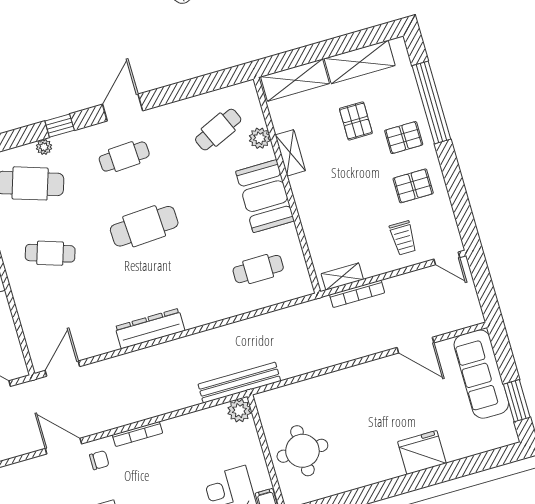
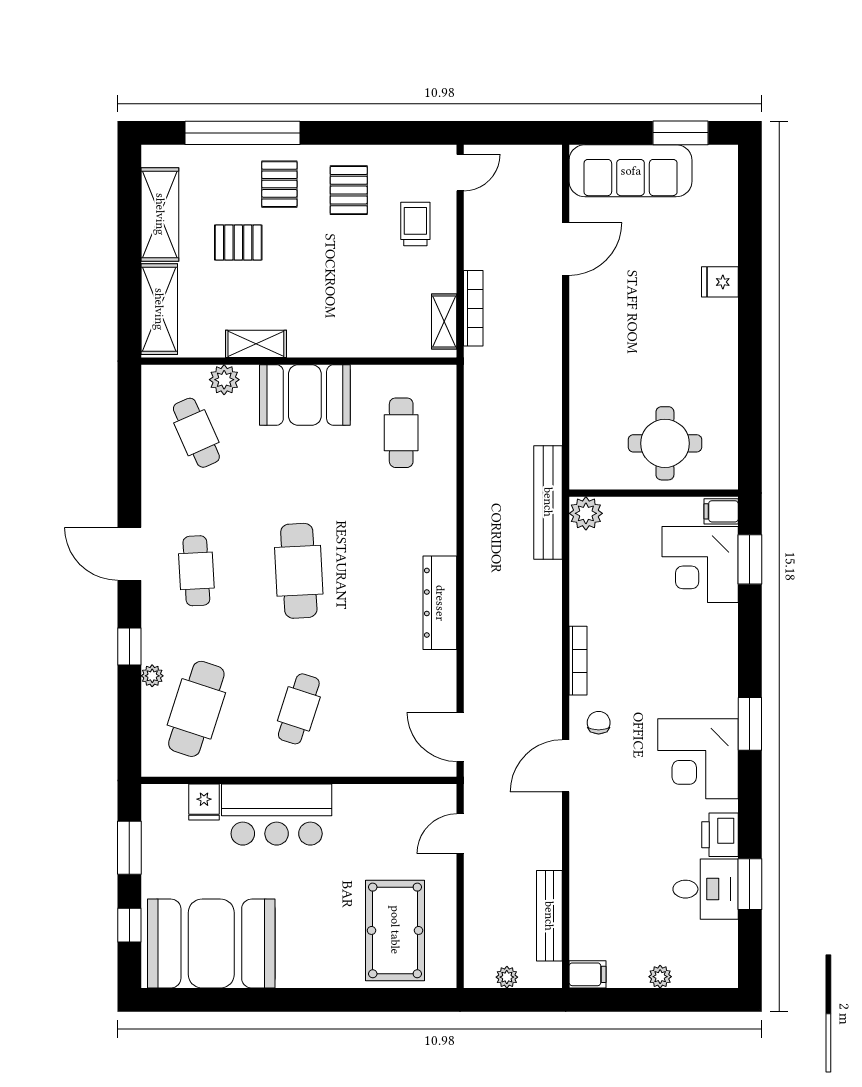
trolley: (403, 238) -> (415, 224), turned -90
fridge: (422, 452) -> (720, 282), width x0.53, depth x0.75

